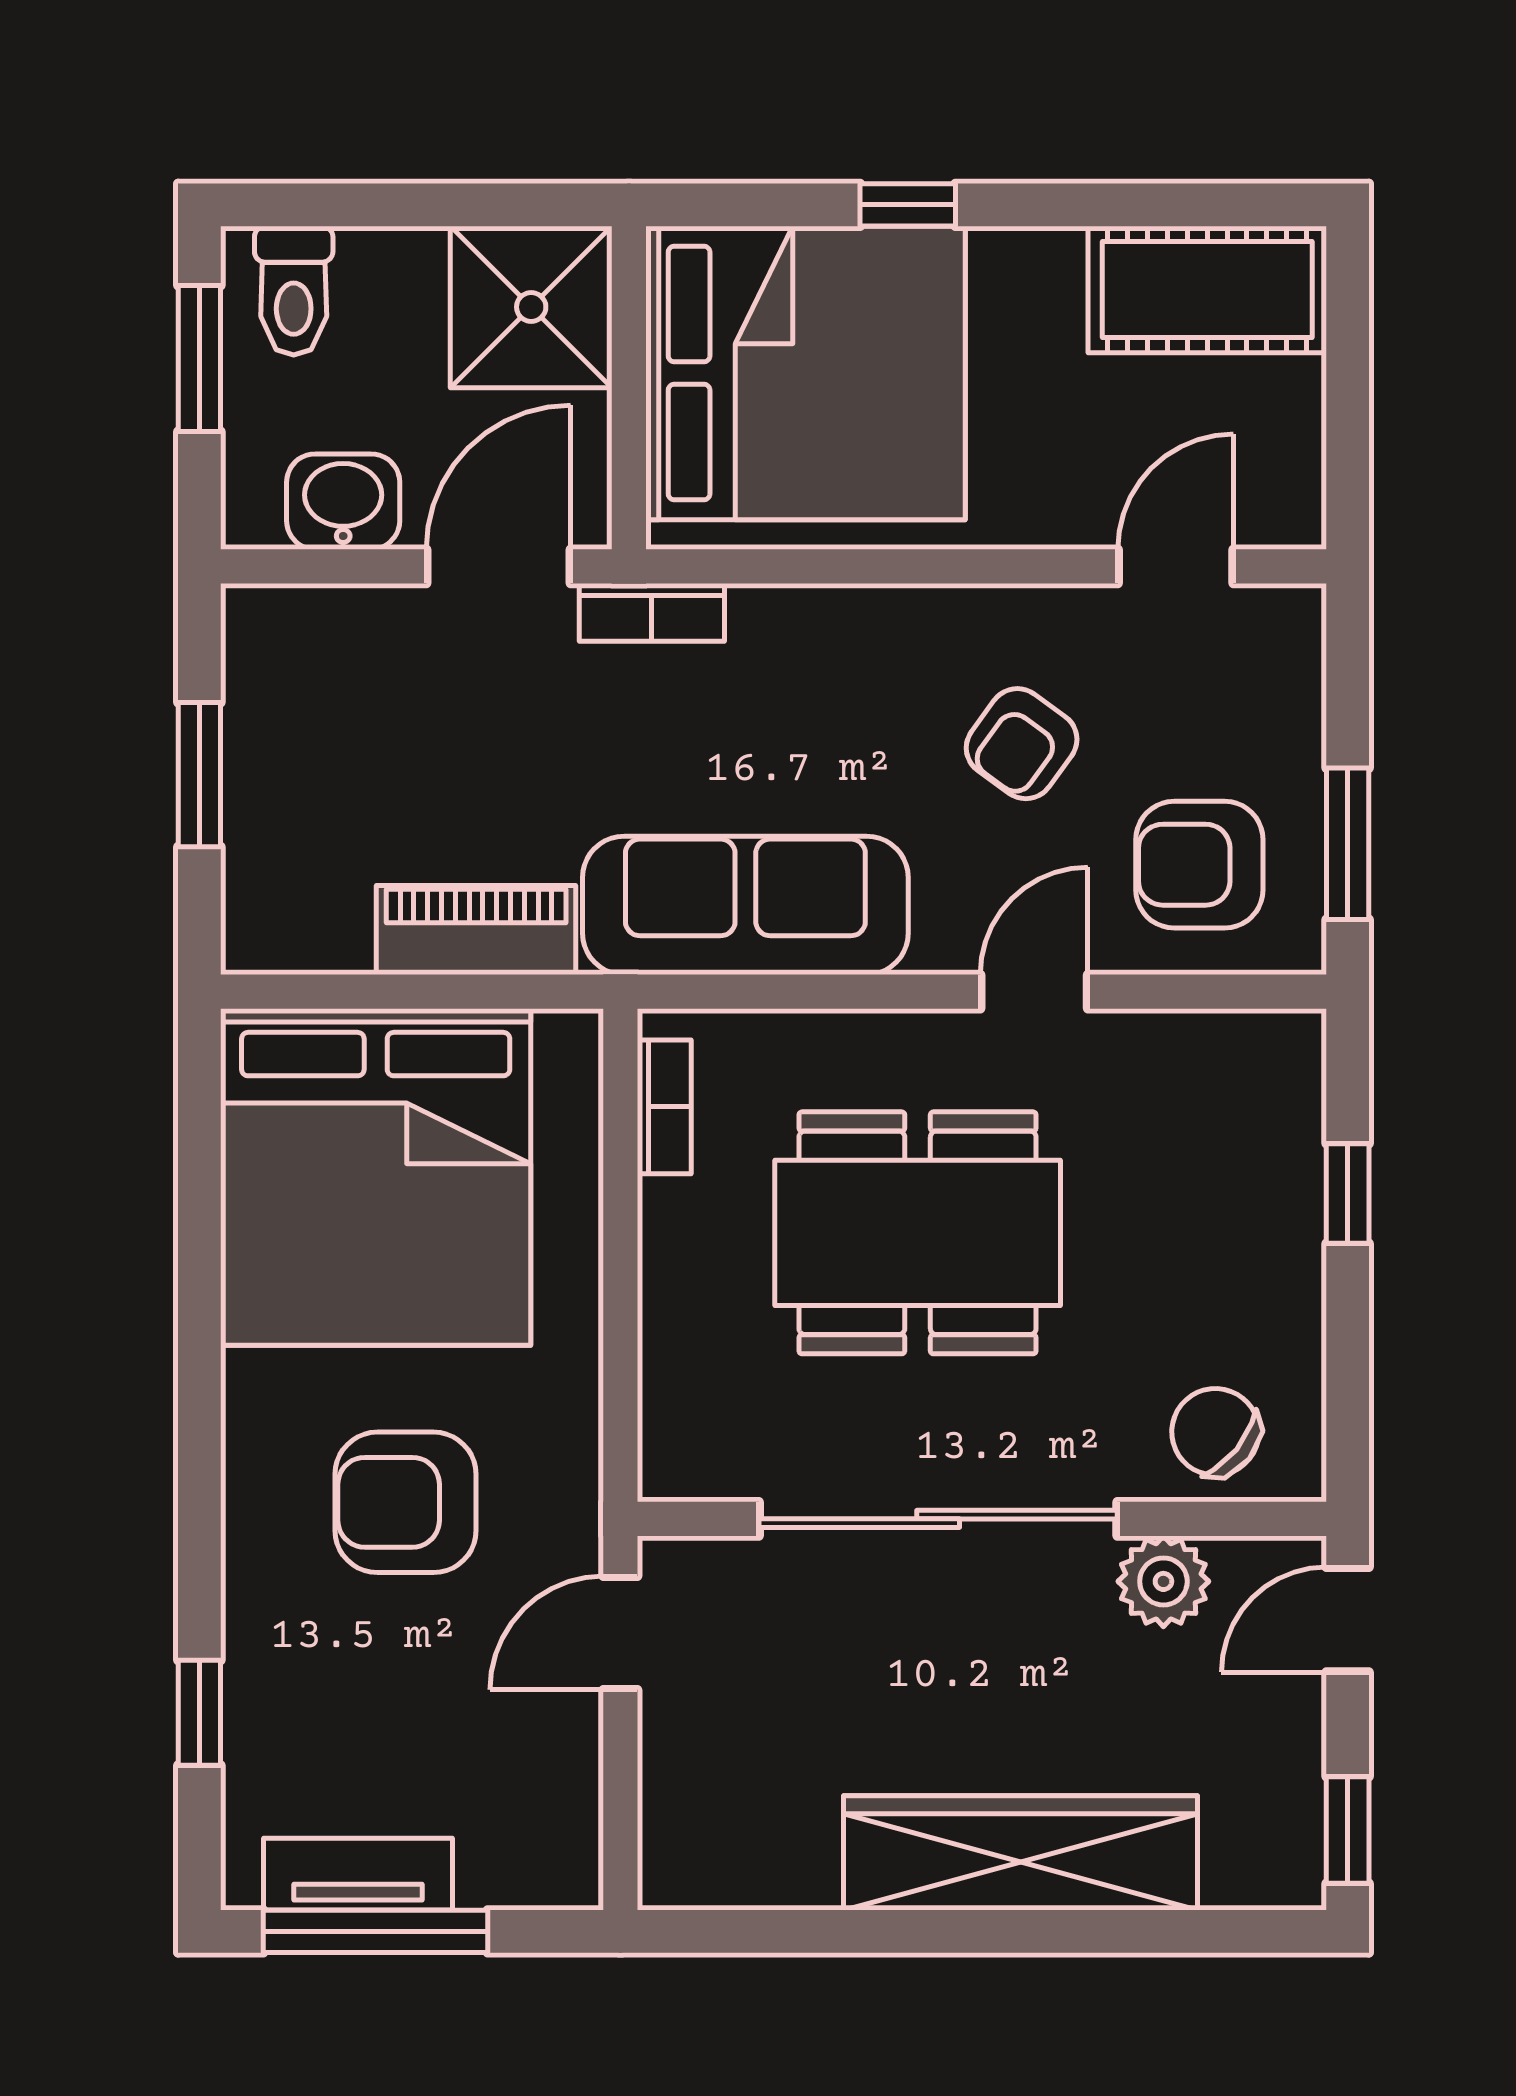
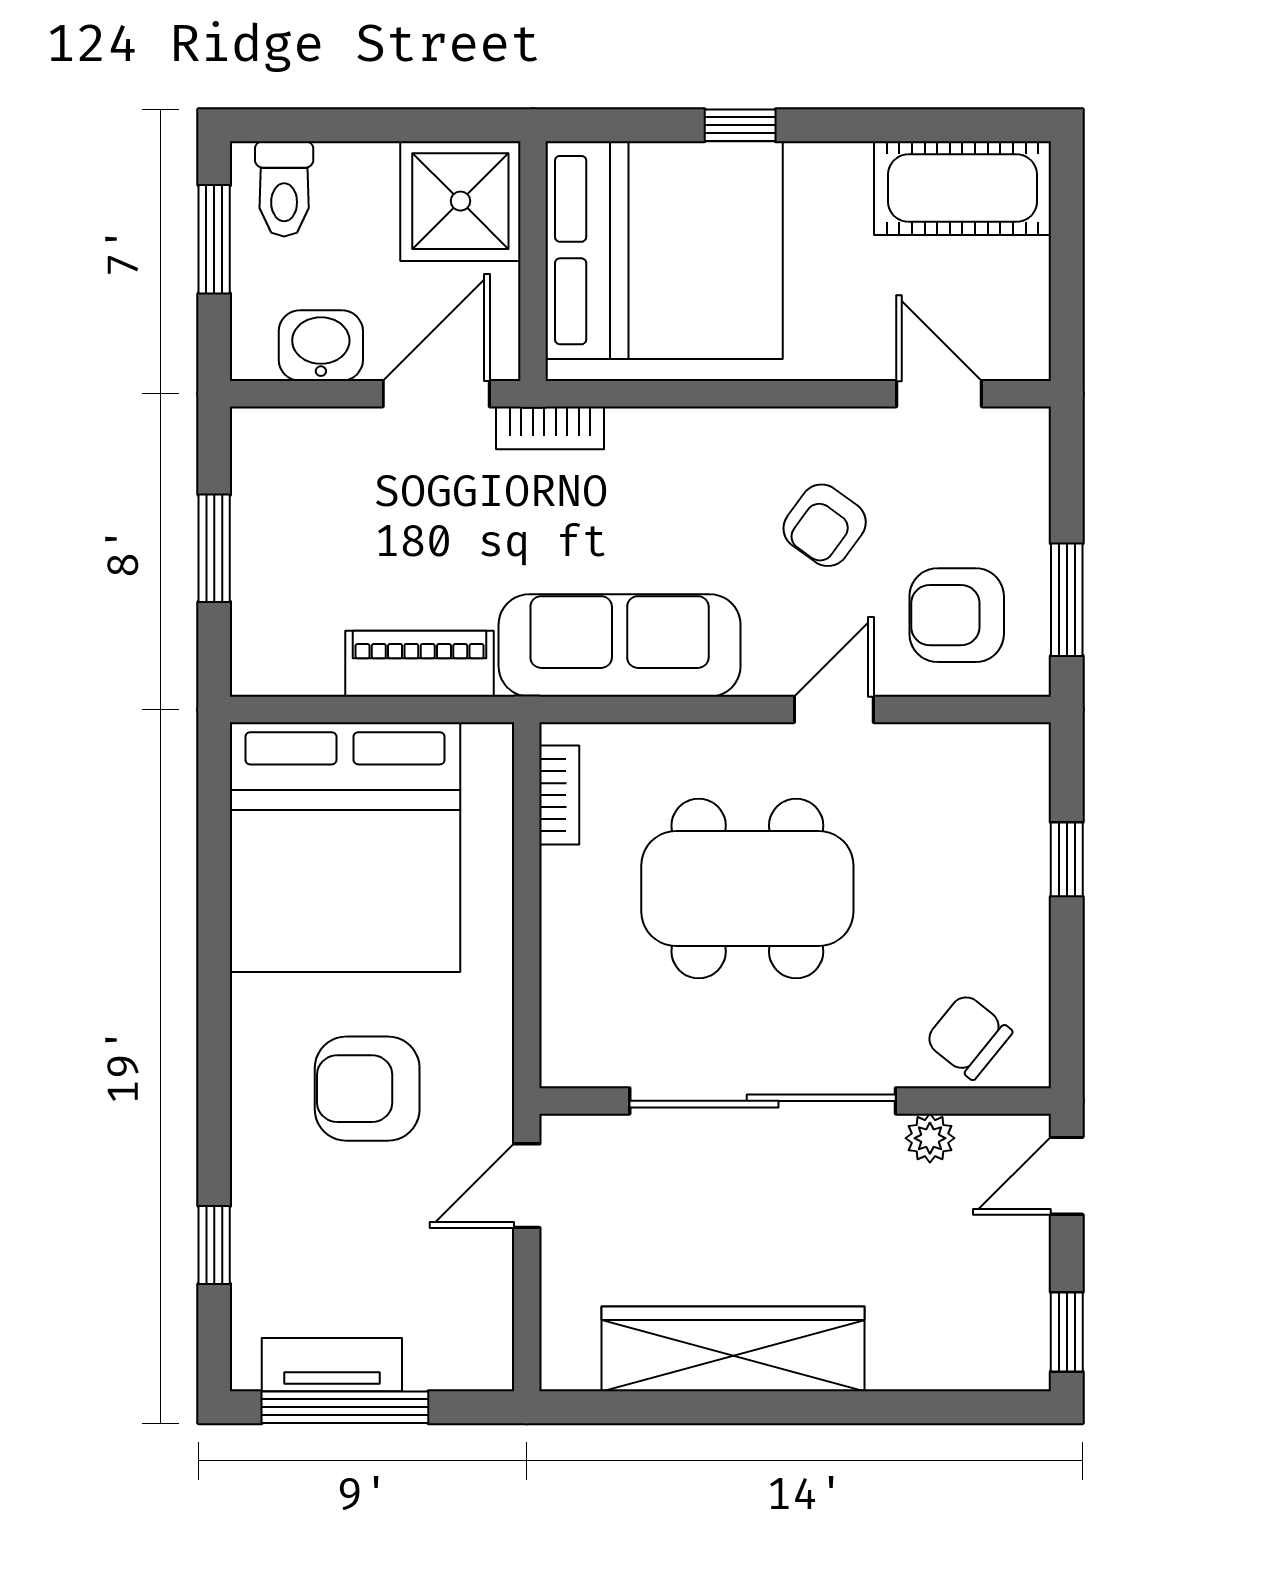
door: (1176, 566) -> (939, 394), hinge flipped
plant: (1163, 1581) -> (930, 1138), width x0.73, depth x0.73
wardrobe: (1021, 1853) -> (733, 1349), moved

